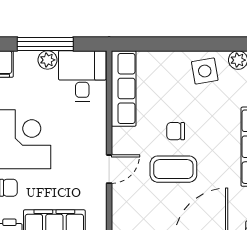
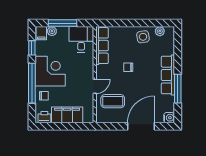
plant: (48, 60) -> (52, 31), moved
coffee table: (173, 169) -> (113, 101), moved

